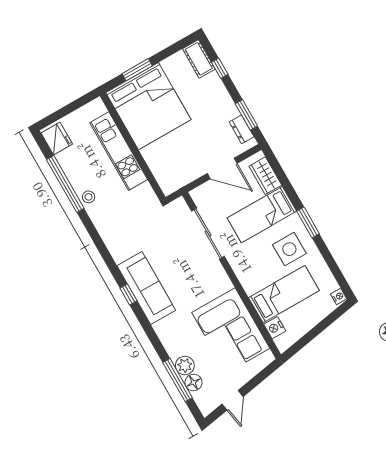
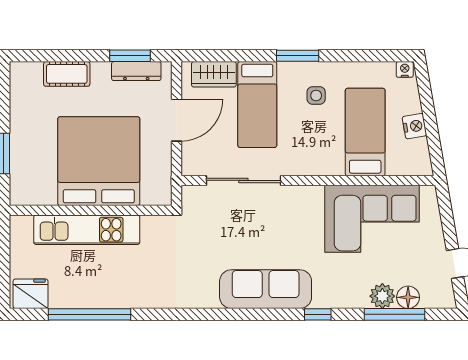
cot: (199, 59) -> (67, 74), moved
window: (220, 68) -> (58, 56), removed
bed: (148, 106) -> (99, 161), moved, turned -90
dresser: (242, 129) -> (136, 71), width x1.44
stool: (89, 197) -> (120, 296), removed
side table: (289, 249) -> (316, 95), width x0.54, depth x0.54
window: (129, 294) -> (318, 314), moved
nightstand: (275, 328) -> (414, 126), moved, turned -100

